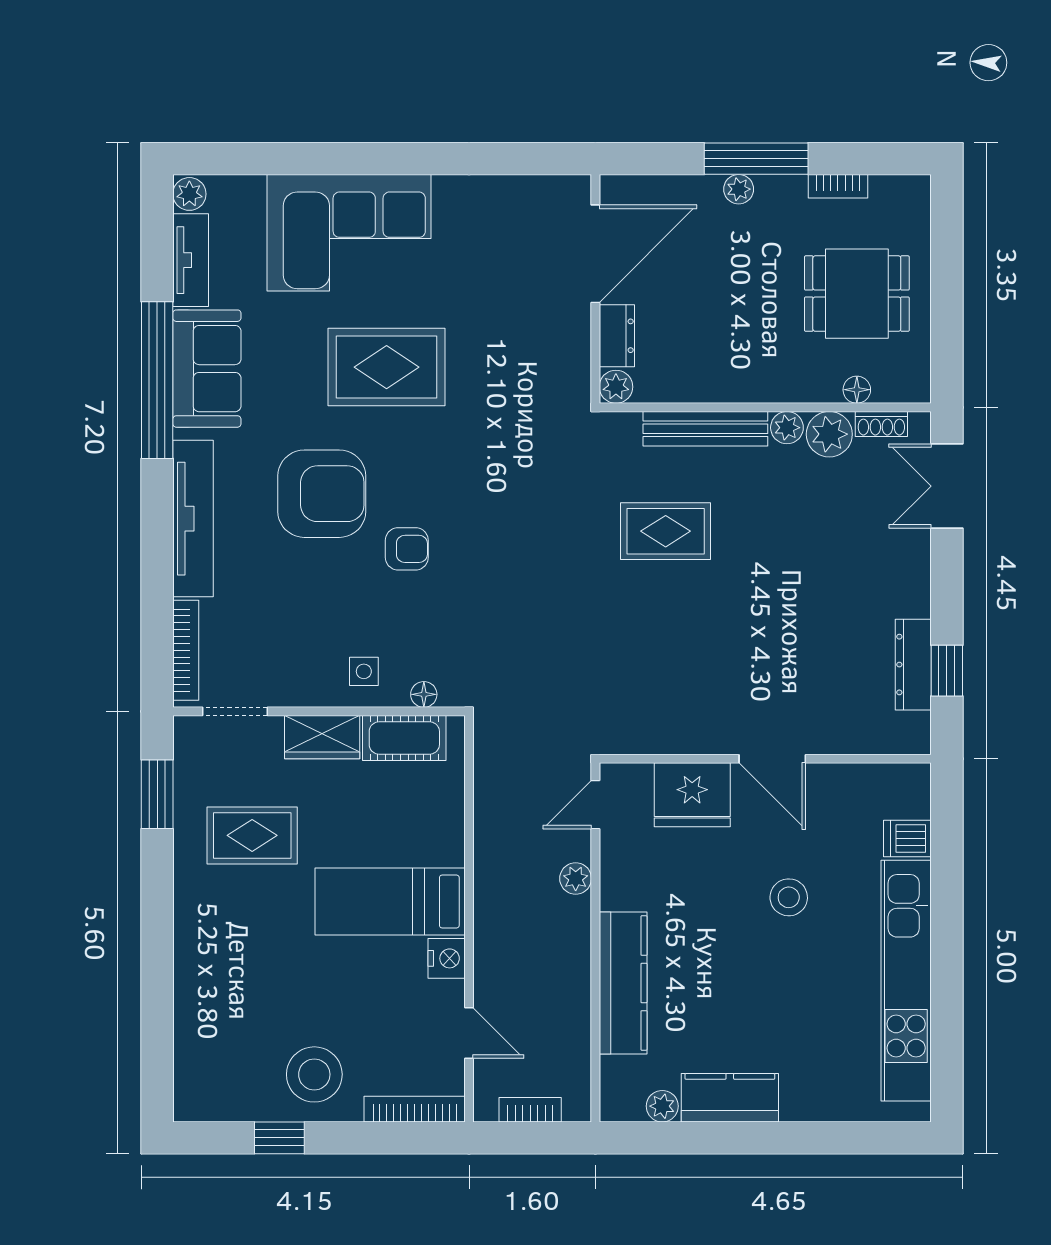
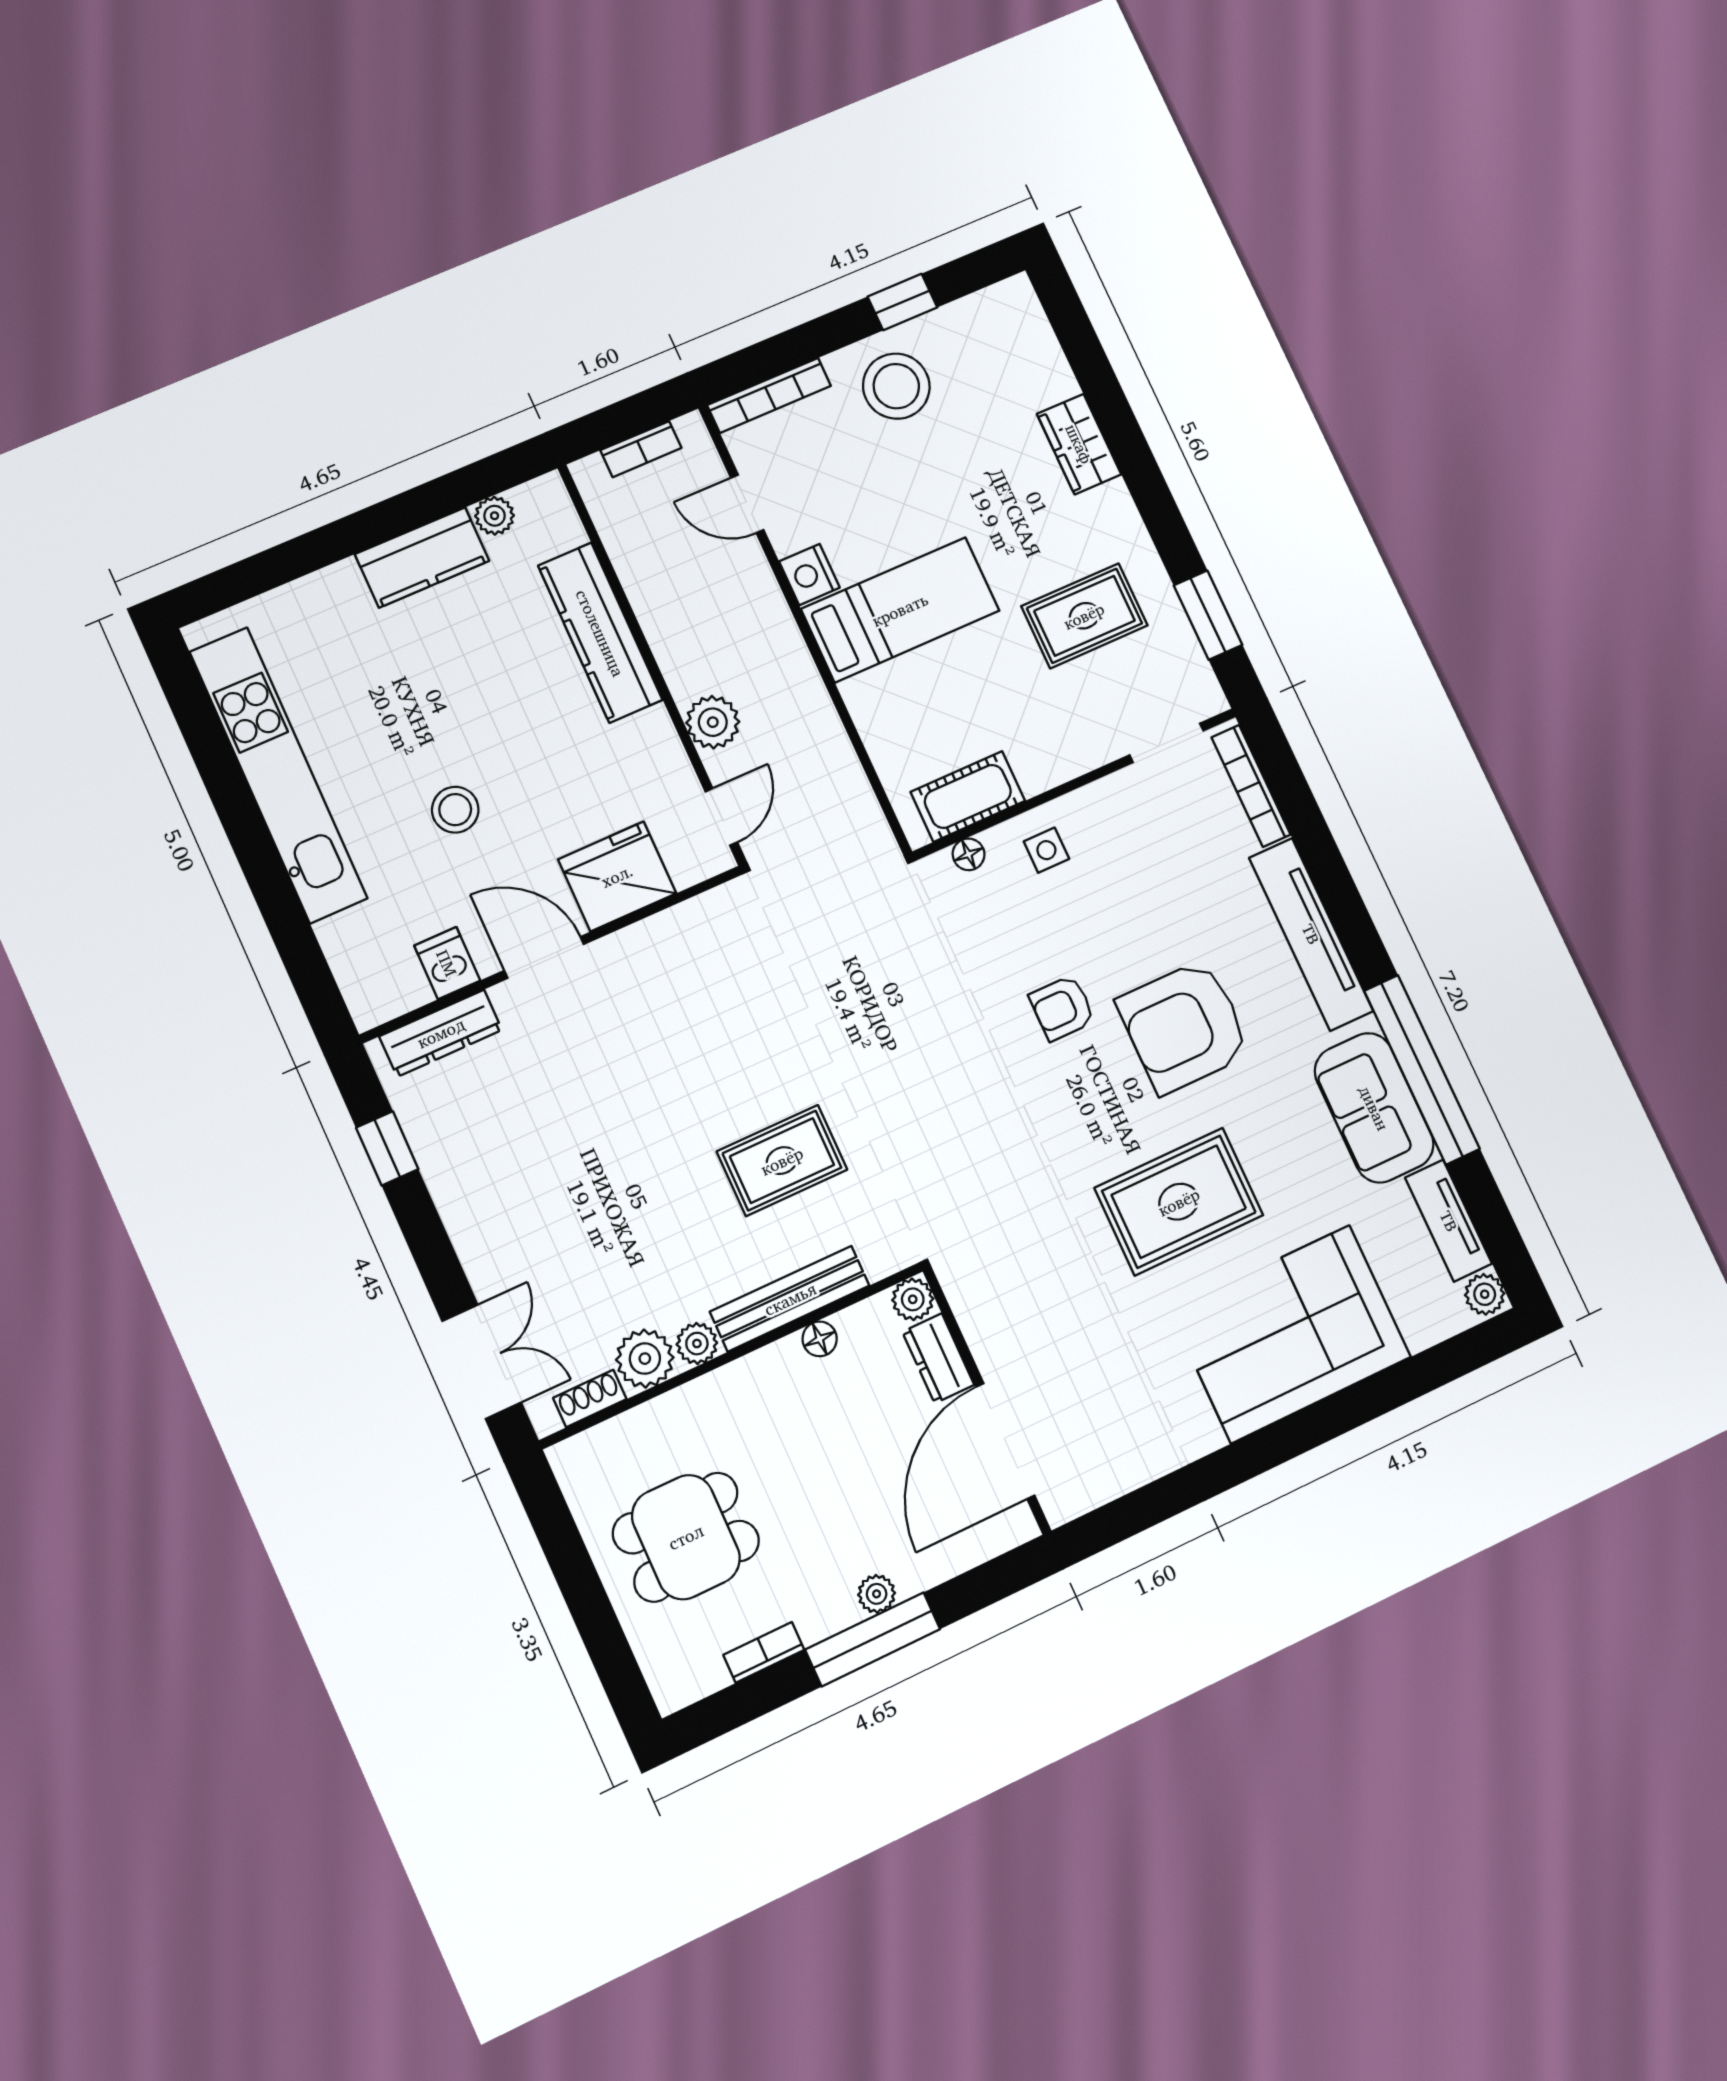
floor lamp: (857, 390) -> (820, 1339), moved
dresser: (913, 665) -> (441, 1033), moved, turned 90
wardrobe: (322, 737) -> (1079, 444), moved, turned -90
dishwasher: (907, 839) -> (447, 963), moved, turned -90
plant: (576, 879) -> (713, 722), width x1.38, depth x1.38

